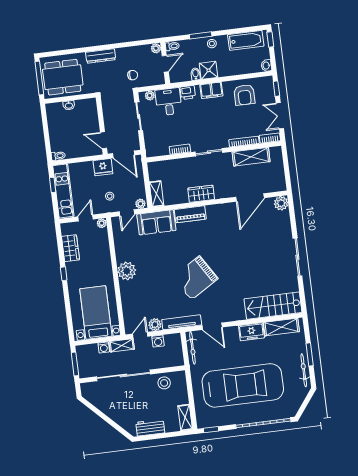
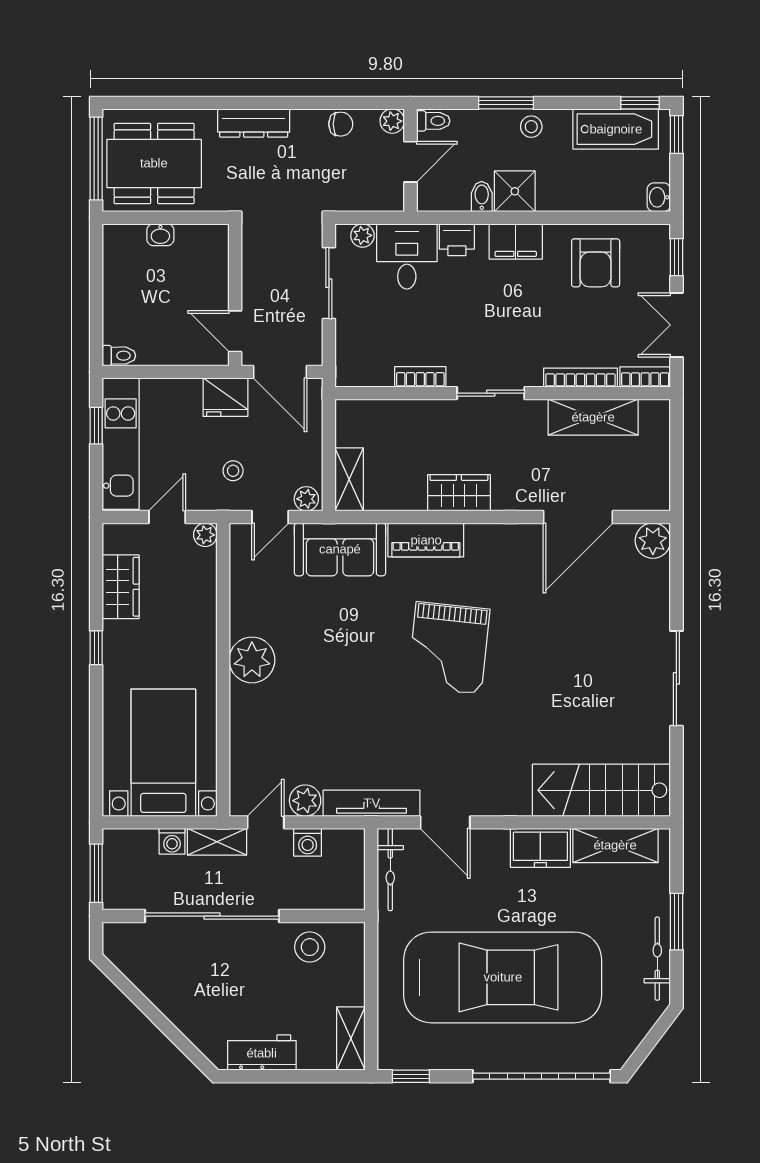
window: (254, 29) -> (640, 103), added
chair: (133, 75) -> (341, 124), moved
grand piano: (195, 278) -> (449, 648), moved, turned -52

